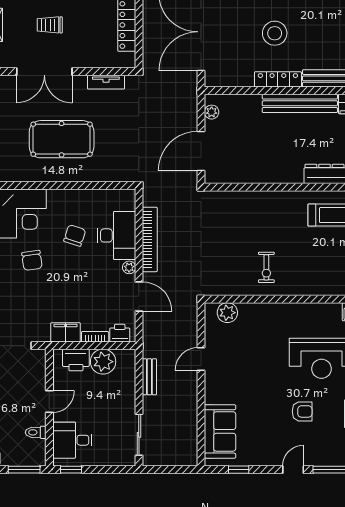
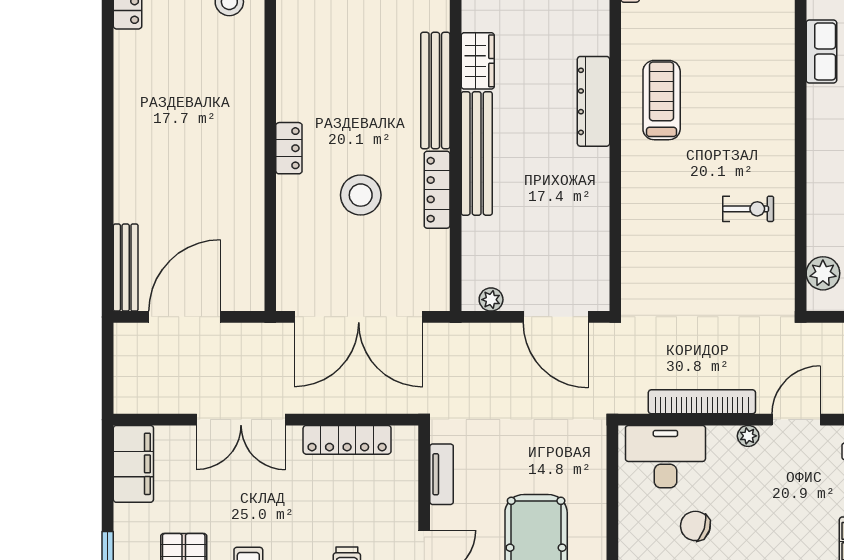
desk: (117, 235) -> (665, 457), moved

